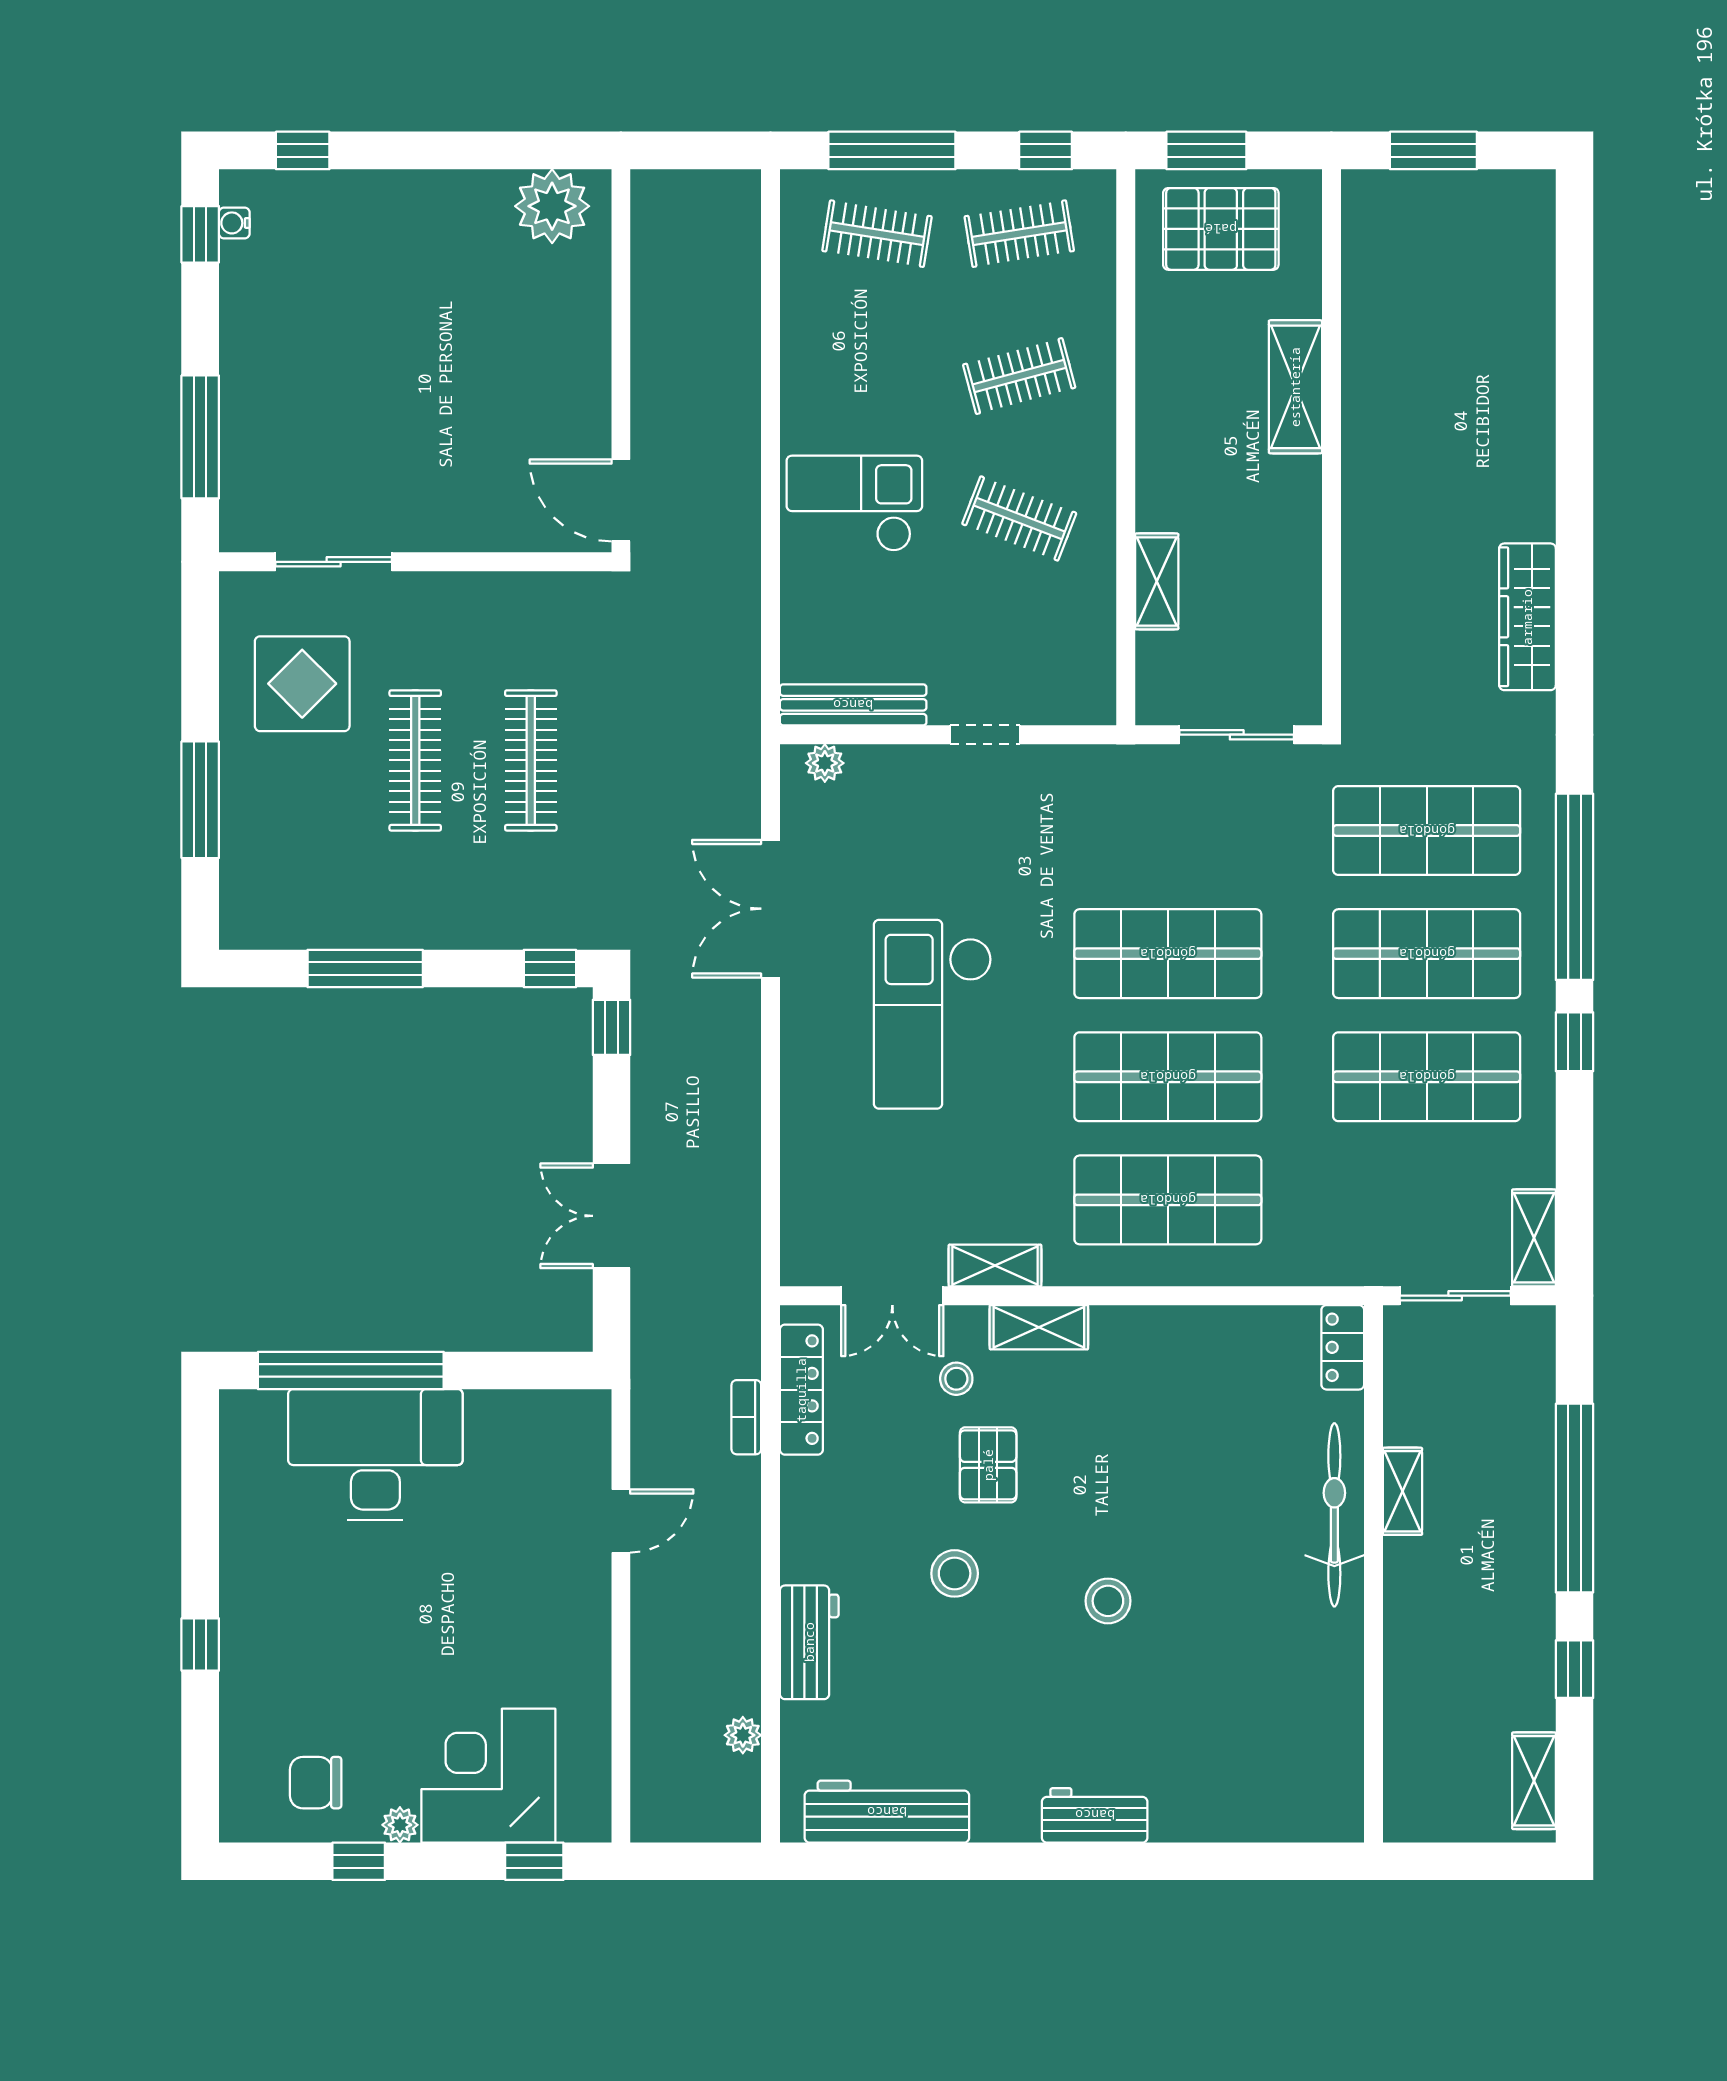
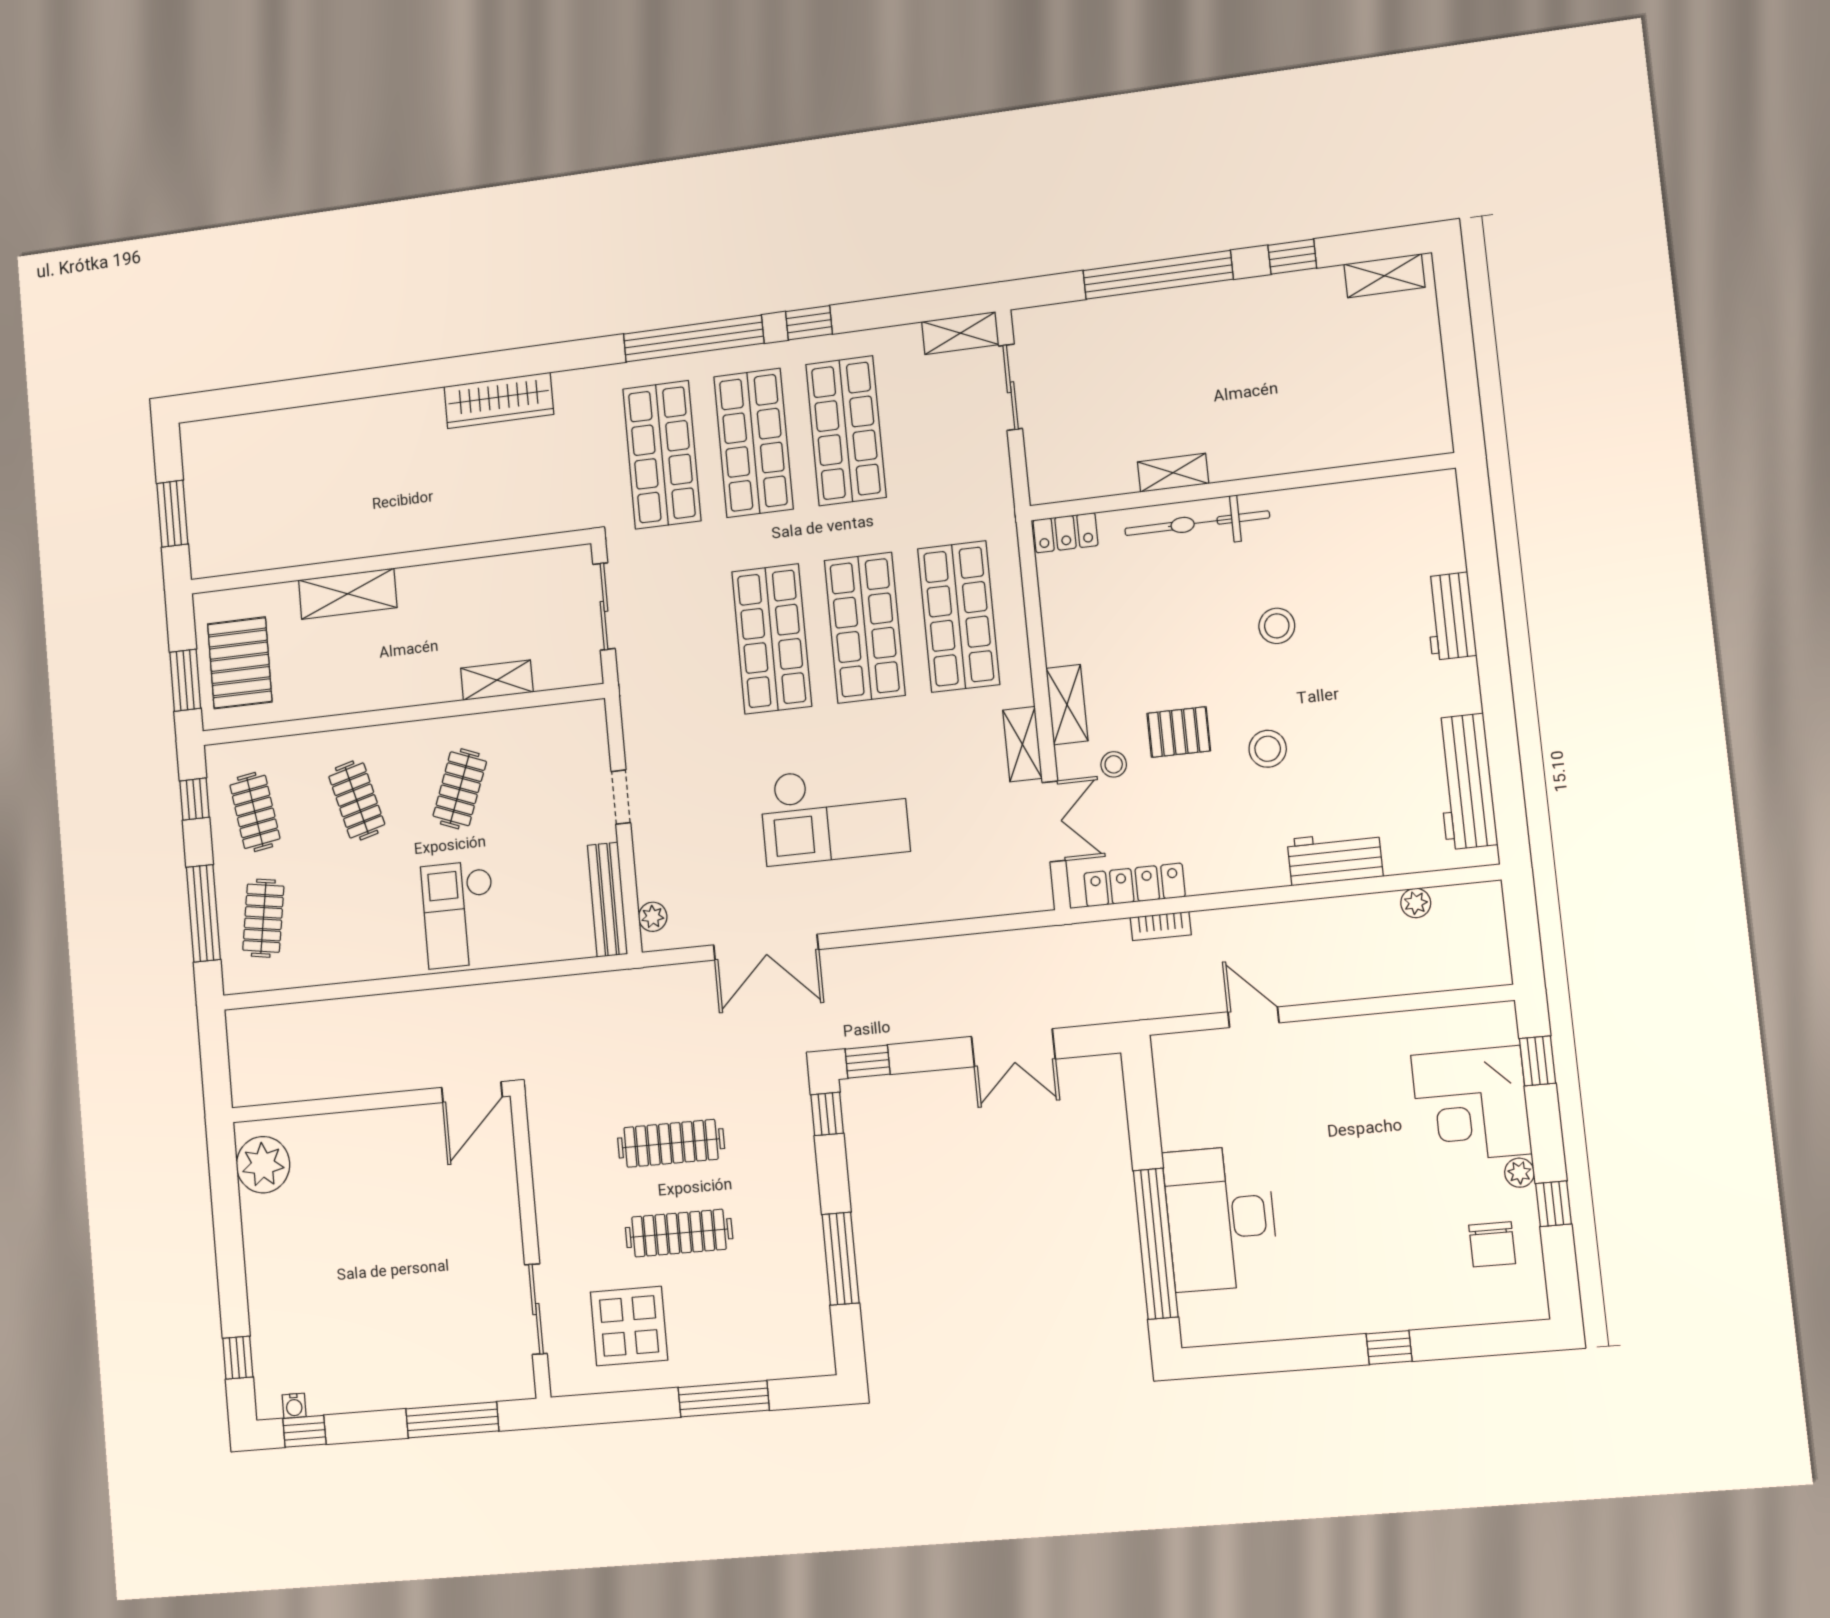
locker: (1343, 1347) -> (1065, 533), moved
shelving: (1402, 1491) -> (1173, 473), moved
bicycle: (1334, 1515) -> (1197, 523), moved
wall: (1373, 1574) -> (1240, 487), moved

